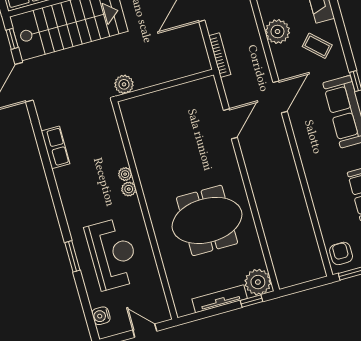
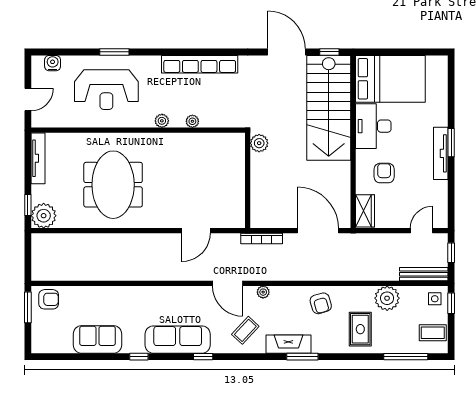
plant: (278, 32) -> (263, 292), width x0.53, depth x0.53
door: (280, 97) -> (228, 283), moved
door: (230, 124) -> (196, 231), hinge flipped
row of seats: (56, 147) -> (200, 64), width x2.02
plant: (125, 174) -> (192, 121), moved
tv unit: (220, 299) -> (38, 158), moved

